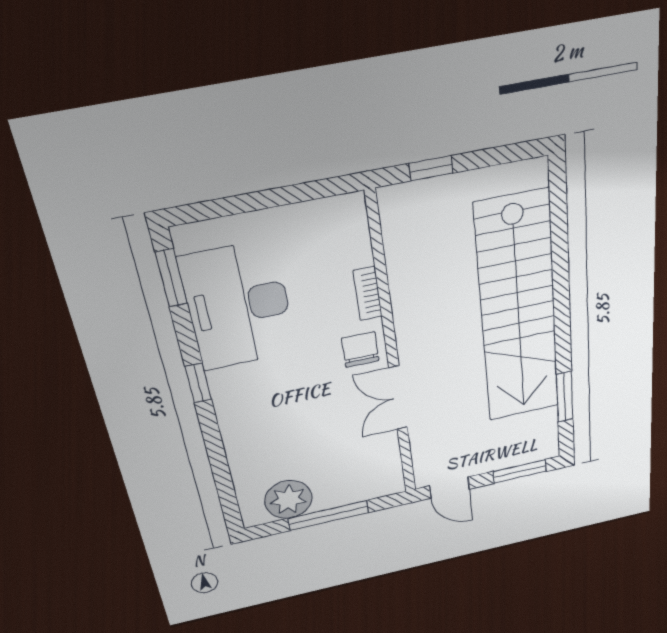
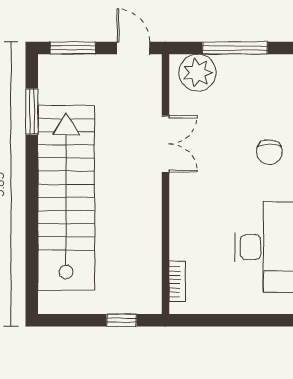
bookcase: (368, 294) -> (177, 281), moved
chair: (360, 350) -> (269, 152), moved
plant: (288, 499) -> (197, 73), moved

